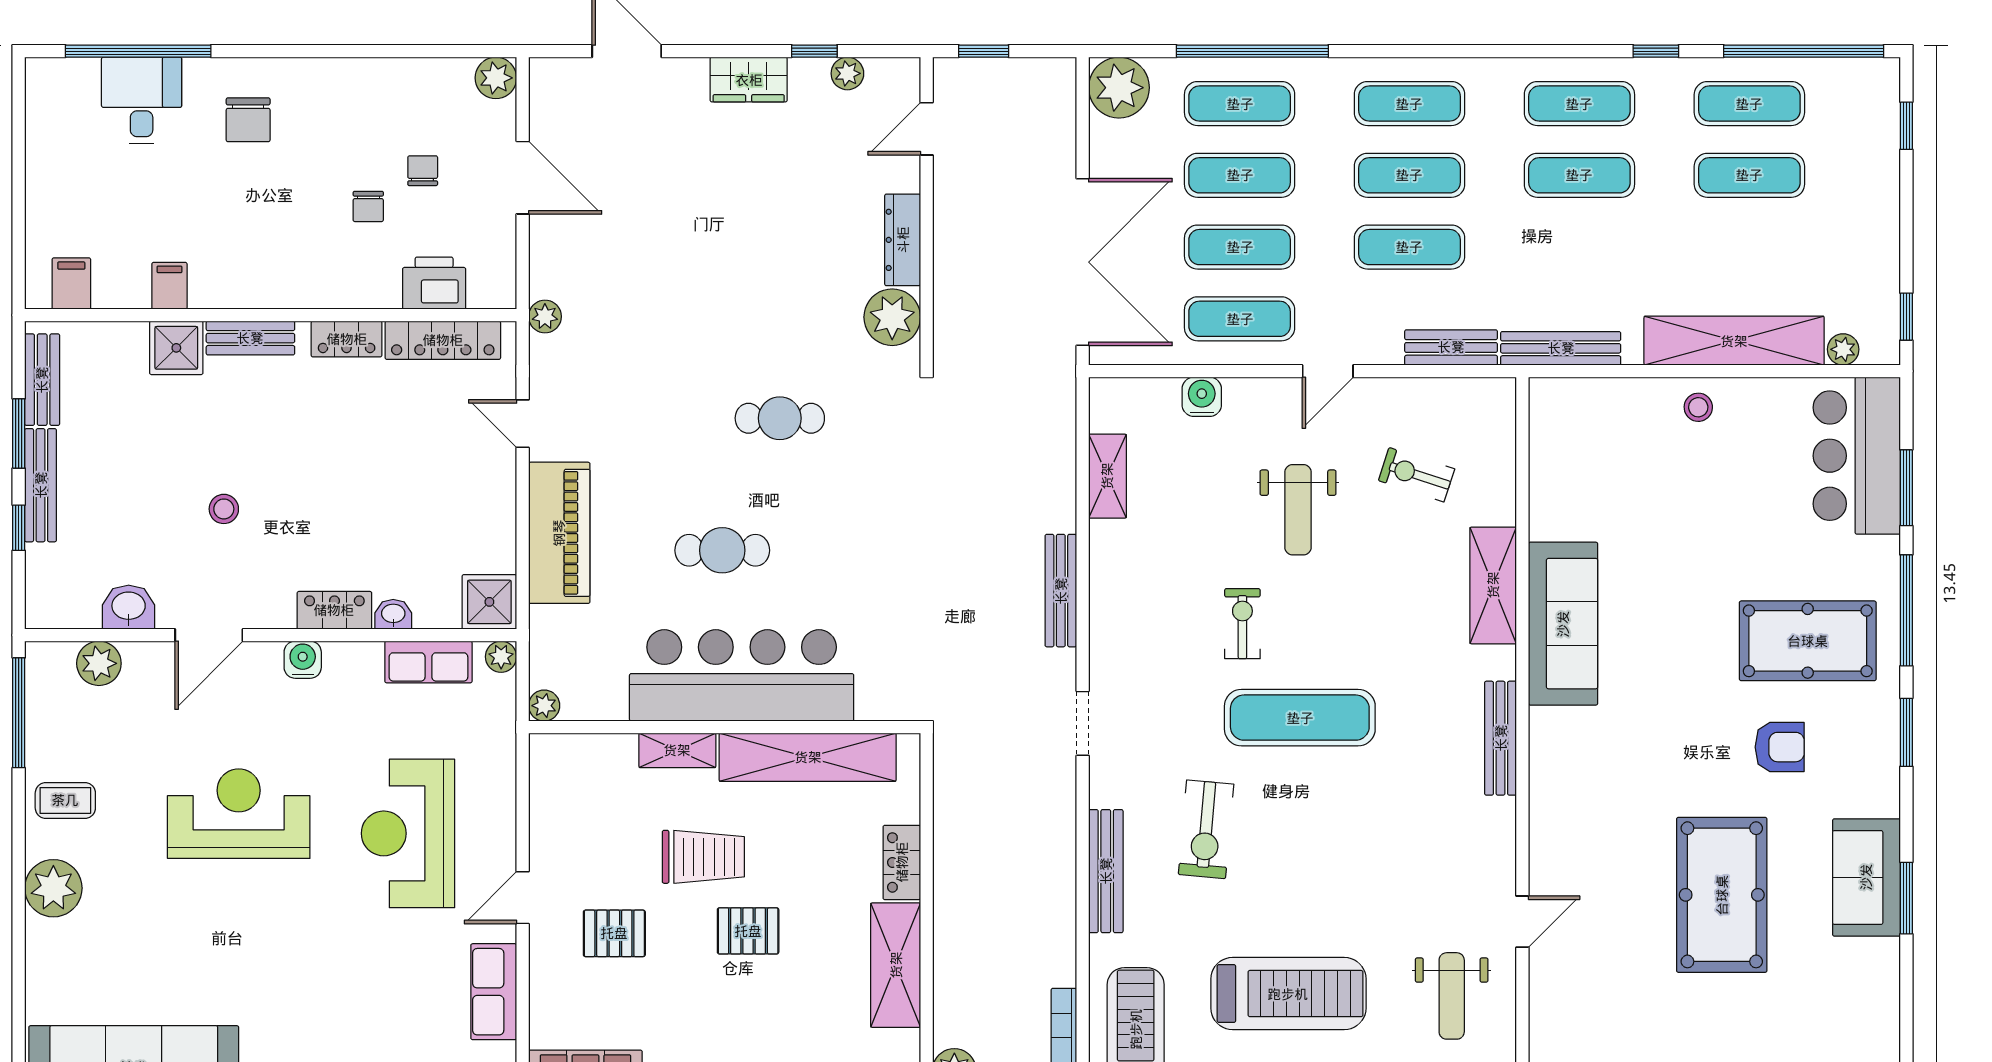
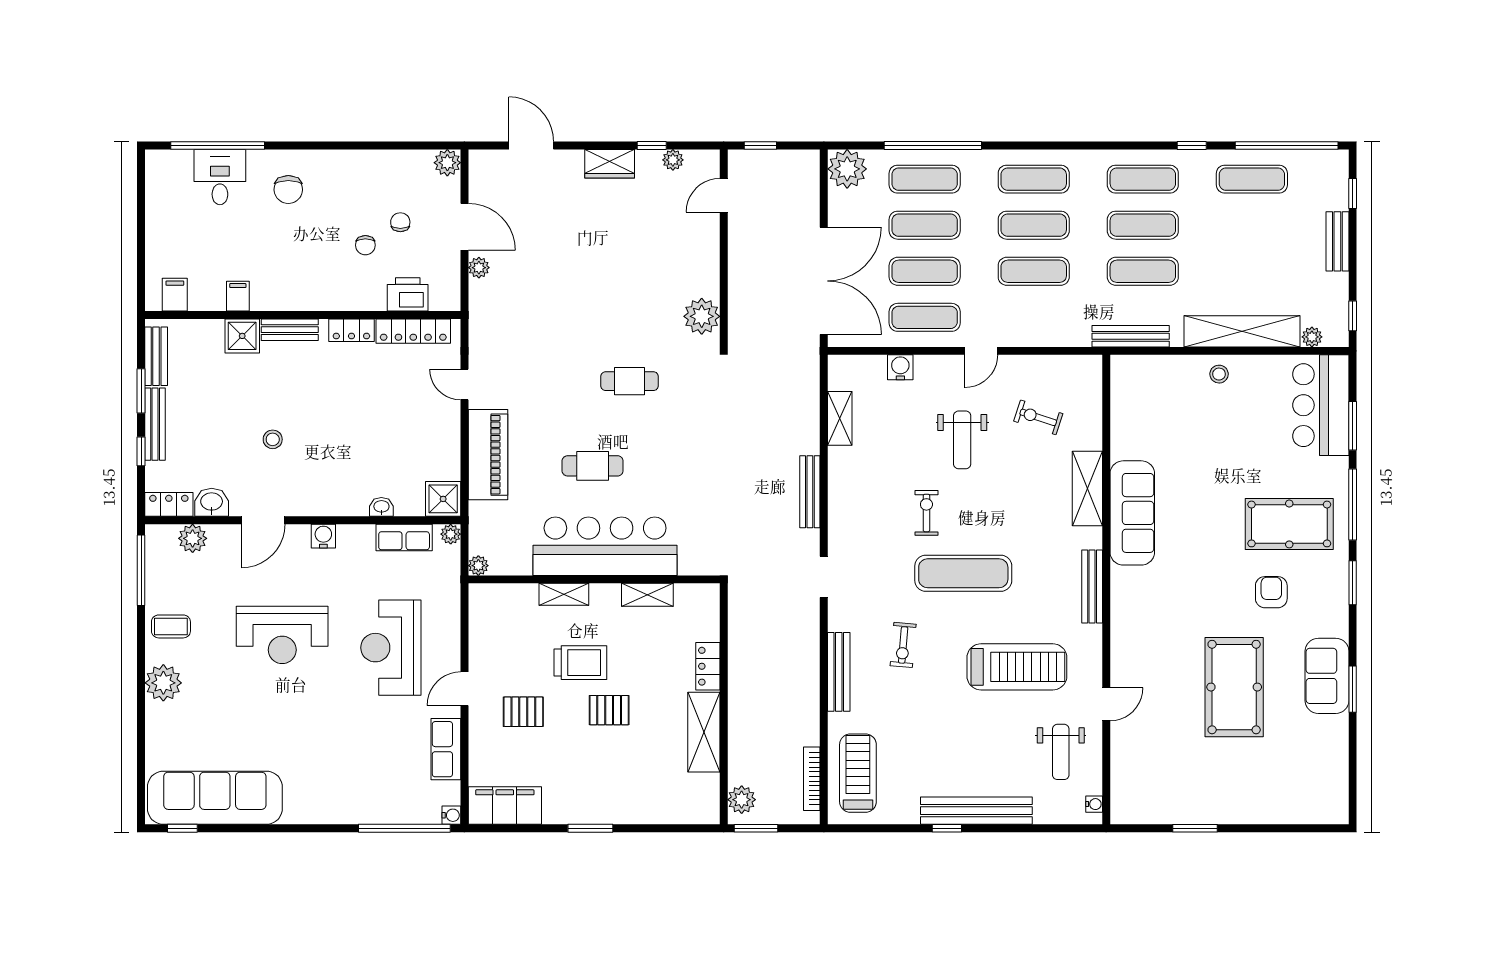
exercise mat: (1749, 175) -> (1143, 271), moved
dresser: (903, 240) -> (708, 267), removed
plant: (545, 316) -> (479, 268), moved
bench: (1451, 347) -> (1337, 241), moved, turned 90
locker: (334, 610) -> (169, 504), moved
armchair: (1780, 747) -> (1271, 592), turned -90
shelving: (808, 757) -> (647, 595), width x0.45, depth x0.75
reception desk: (239, 814) -> (282, 635), turned 180
exercise bike: (1206, 829) -> (903, 645), width x0.73, depth x0.72
treadmill: (1288, 994) -> (1017, 667), moved

